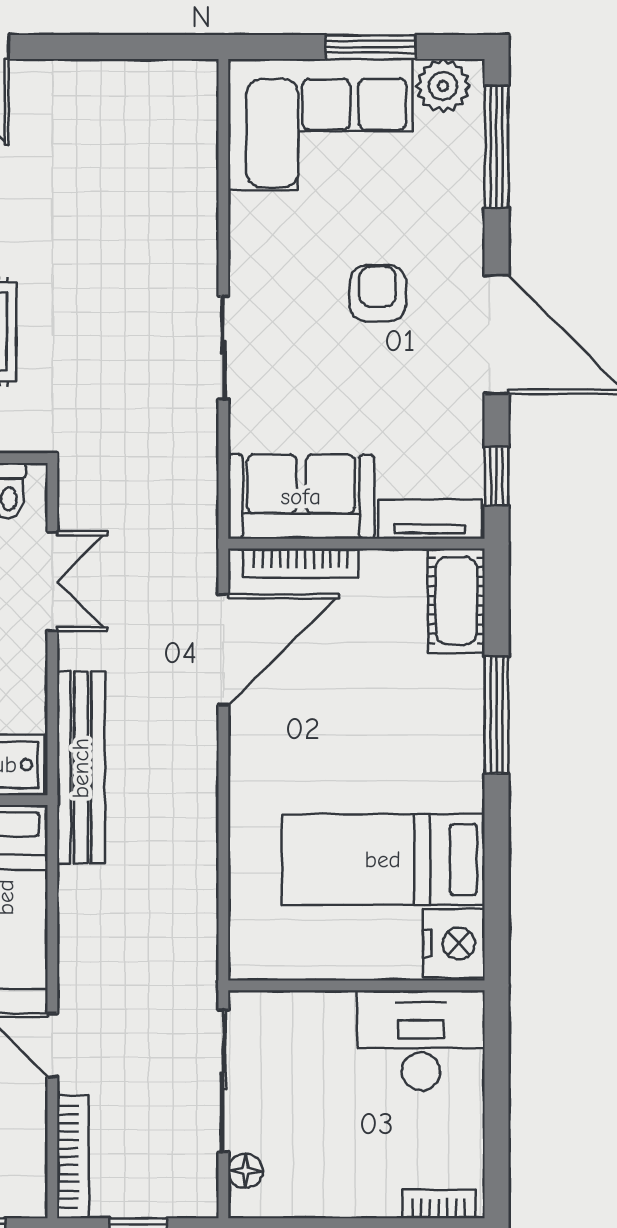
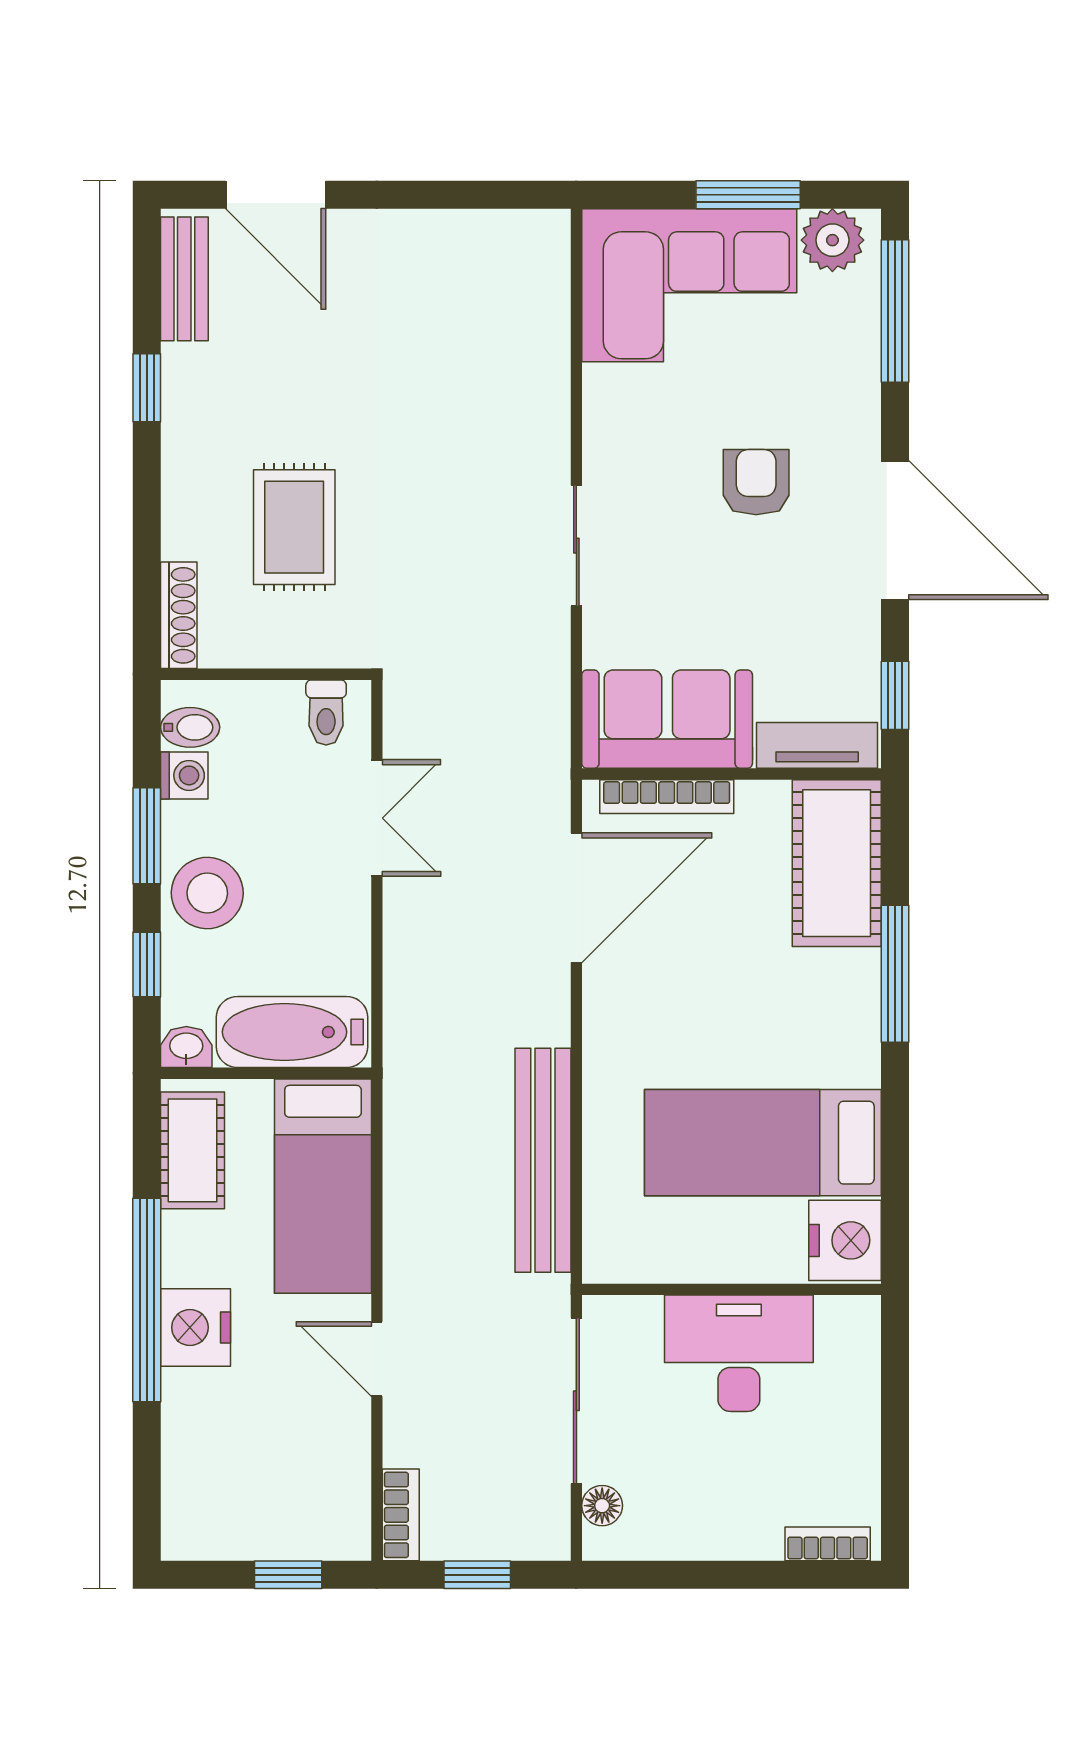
cot: (456, 601) -> (837, 863), width x1.37, depth x1.34
bench: (81, 768) -> (543, 1160), moved
desk: (421, 1040) -> (739, 1353), moved
bookcase: (73, 1157) -> (401, 1515), width x0.64

